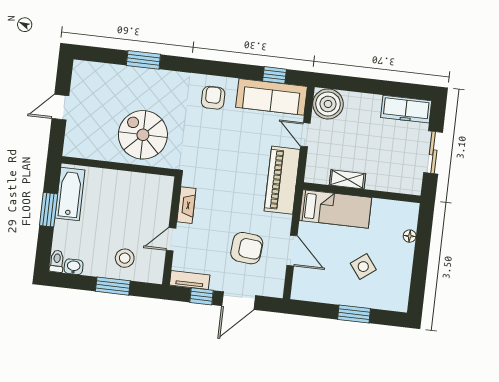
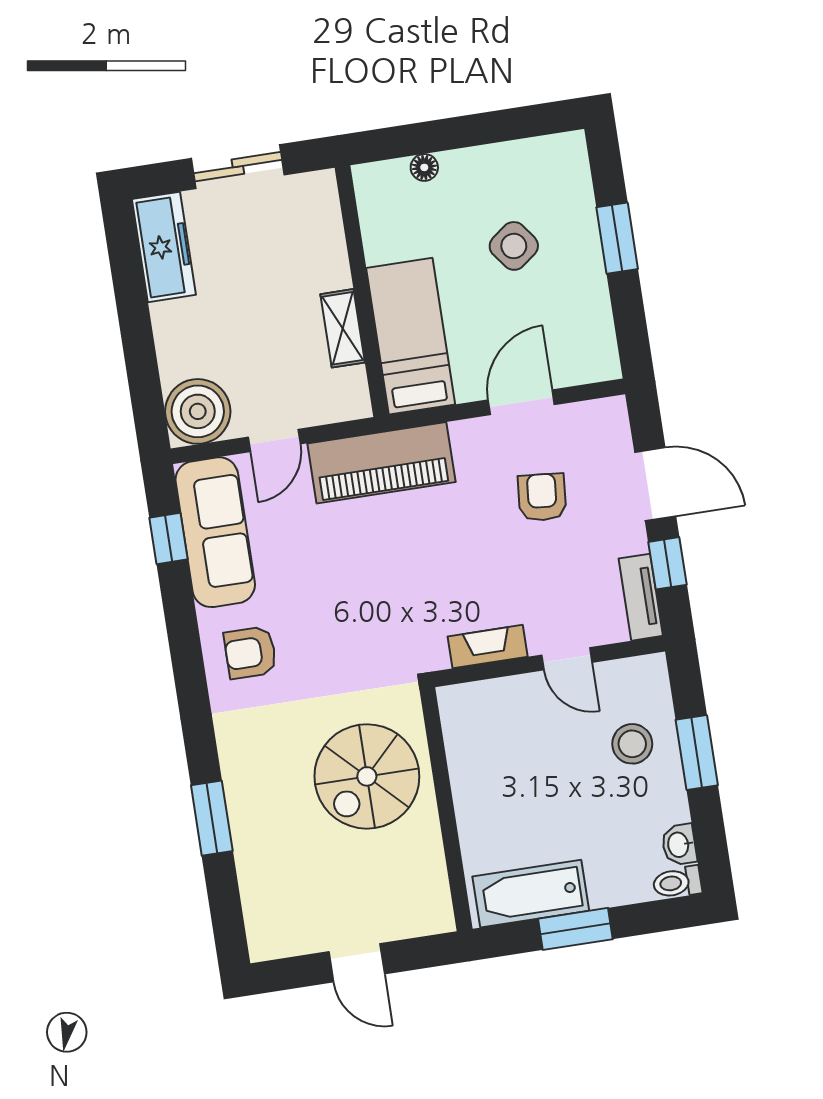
armchair: (247, 248) -> (542, 497), width x0.72, depth x0.72

